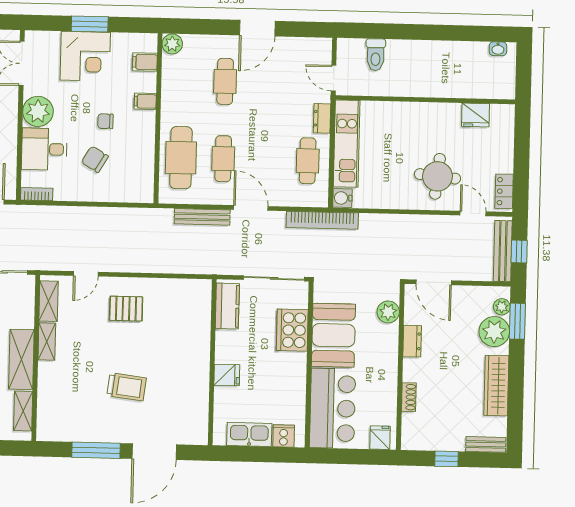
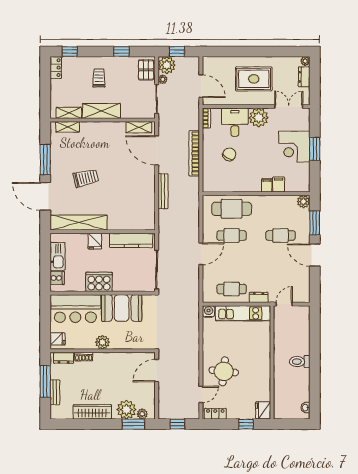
window: (207, 27) -> (315, 223), added
toilet: (376, 55) -> (300, 362), moved
filing cabinet: (145, 62) -> (279, 184), moved
fridge: (476, 115) -> (263, 410), moved
chair: (105, 121) -> (253, 160), removed
window: (522, 143) -> (246, 424), added
bench: (202, 217) -> (163, 191), moved
bookcase: (322, 220) -> (194, 153), moved
bench: (503, 251) -> (177, 414), removed
door: (86, 274) -> (157, 150), width x1.88
kitchen counter: (227, 306) -> (131, 240), width x1.50
pallet: (126, 309) -> (135, 176), removed
plant: (388, 312) -> (102, 342), moved
cooker: (292, 330) -> (99, 282), moved
shelving: (47, 341) -> (68, 127), moved
dresser: (412, 341) -> (64, 358), moved
trolley: (127, 387) -> (86, 178), turned -110
shelving: (197, 400) -> (79, 223), added
bench: (486, 444) -> (55, 392), moved
window: (446, 459) -> (45, 381), width x2.17

